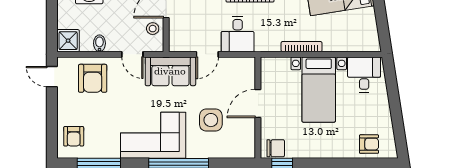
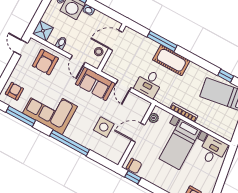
door: (207, 54) -> (123, 86), hinge flipped
plant: (267, 74) -> (154, 118), added
corner sofa: (153, 135) -> (50, 110), moved
armchair: (74, 136) -> (14, 91), turned 180

